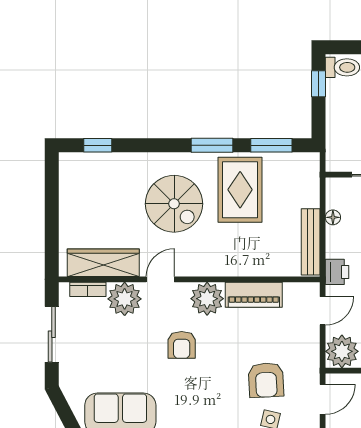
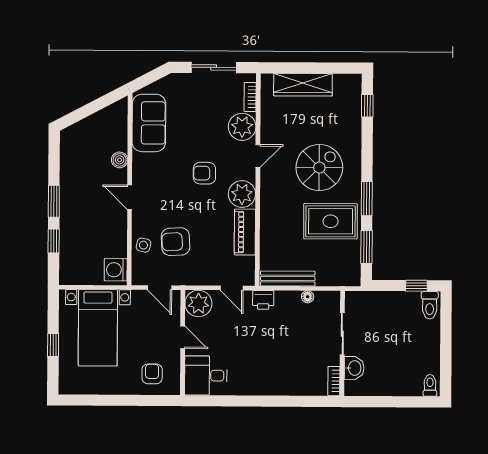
spiral stairs: (174, 204) -> (319, 168), turned 180
wardrobe: (103, 263) -> (303, 85), moved, turned 90
door: (160, 279) -> (258, 156), hinge flipped

